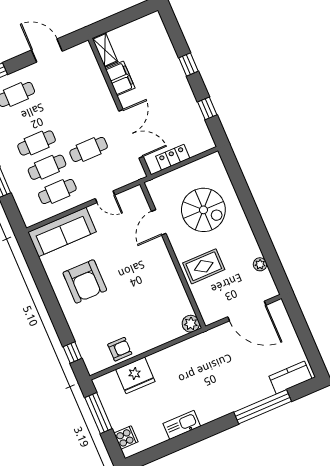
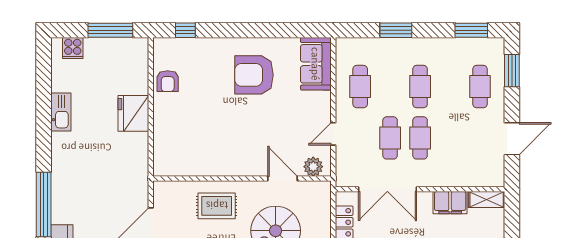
cafe table: (47, 167) -> (420, 138), moved
sofa: (62, 232) -> (316, 64), width x0.73
rug: (204, 266) -> (217, 206), turned 90
plant: (191, 324) -> (313, 167), moved
fridge: (135, 375) -> (133, 113), moved

